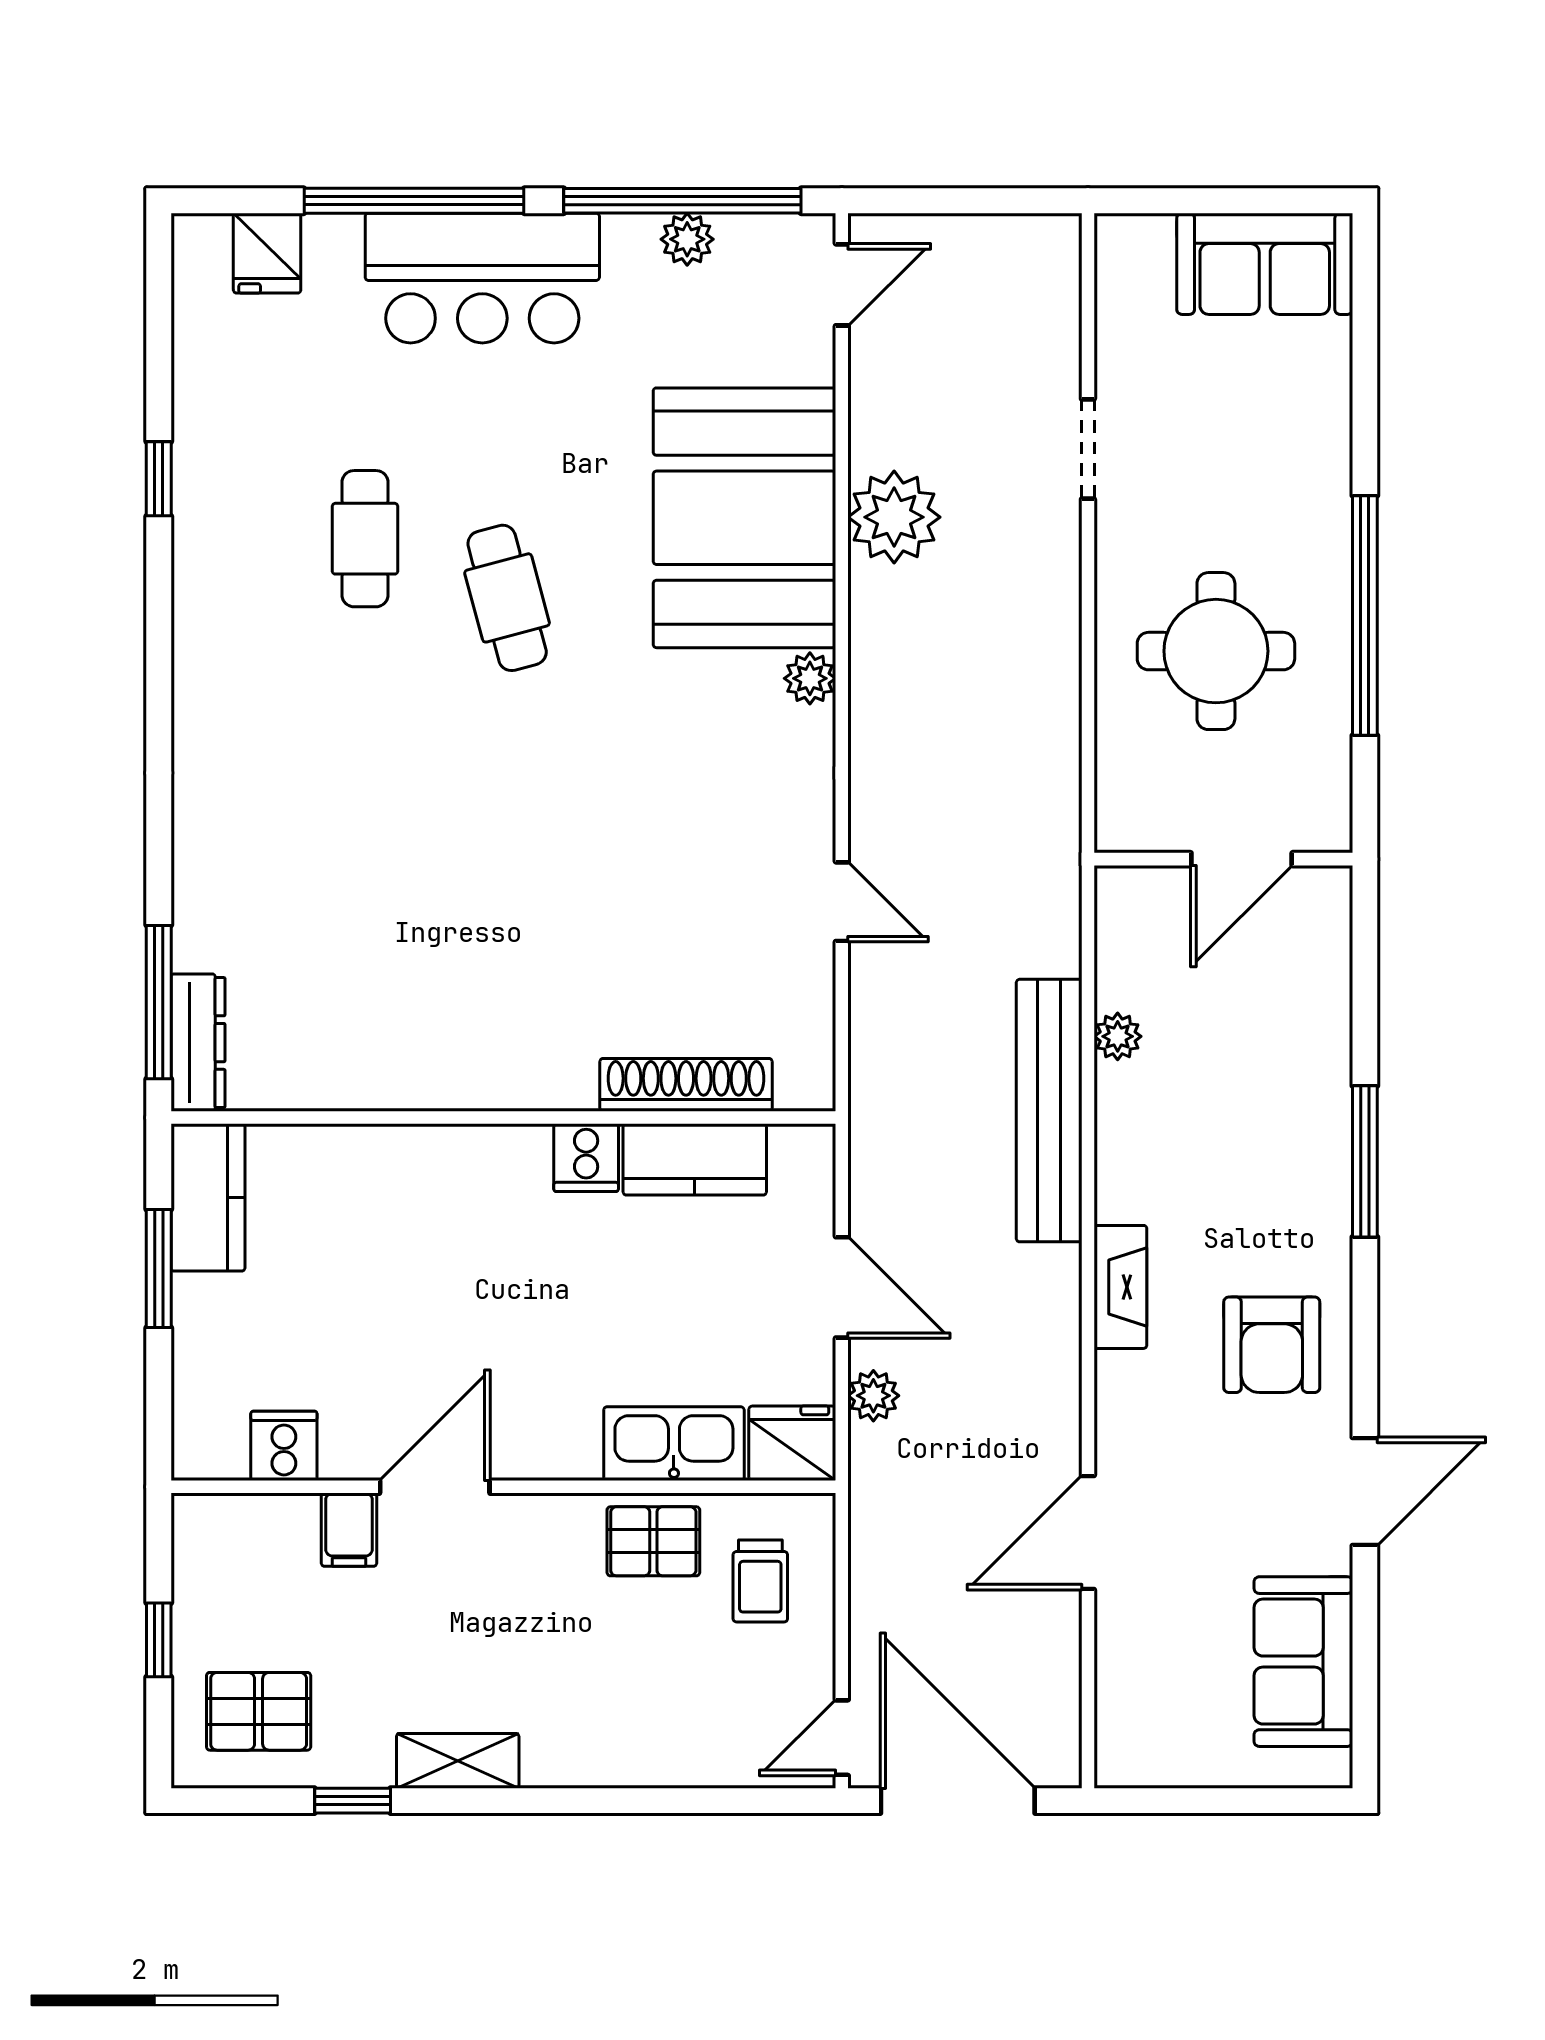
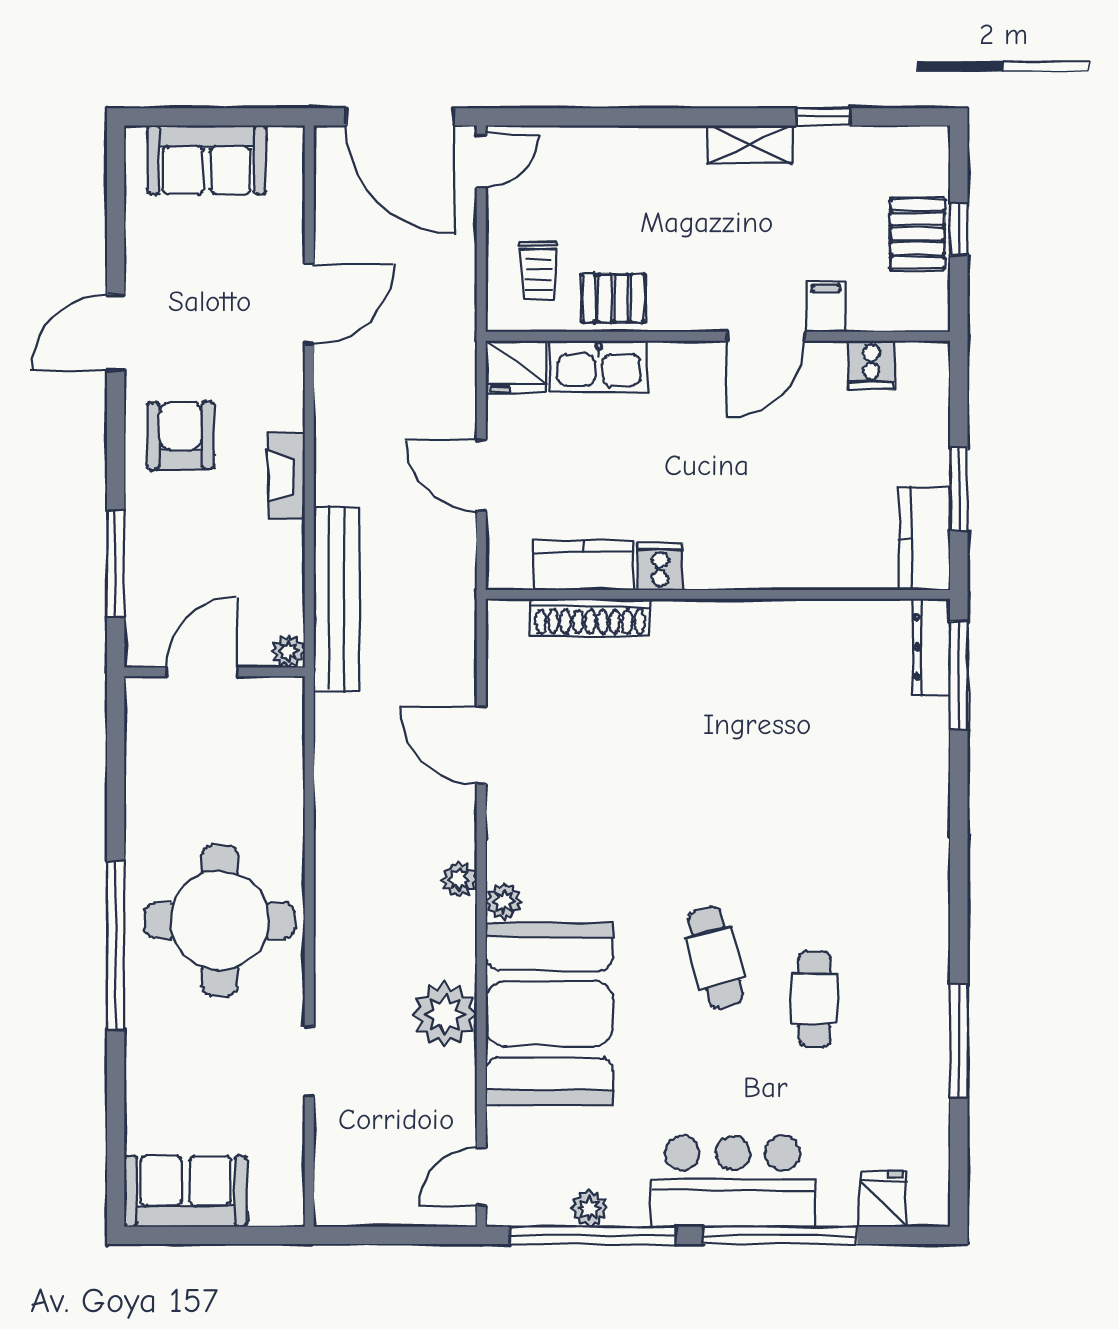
window: (159, 479) -> (959, 1041), width x2.17
round table: (1216, 651) -> (220, 921), width x1.36, depth x1.36
wall: (1223, 859) -> (215, 672), moved
door: (1242, 859) -> (202, 672), moved
door: (842, 902) -> (481, 745), width x1.38
plant: (873, 1396) -> (459, 880), moved
trolley: (760, 1581) -> (538, 270), turned 180
sofa: (1303, 1662) -> (207, 160), moved, turned 90
pallet: (259, 1711) -> (917, 234), moved, turned 90

